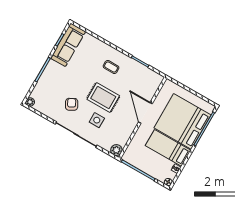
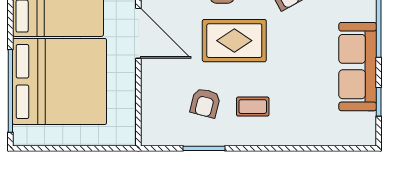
sofa: (68, 45) -> (358, 67), moved
armchair: (129, 79) -> (205, 103), added
door: (145, 113) -> (138, 33), moved

